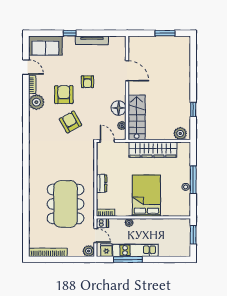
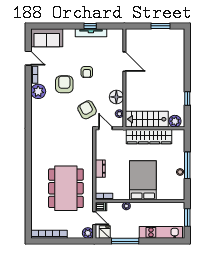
window: (70, 33) -> (90, 26), moved
stairs: (137, 117) -> (147, 119), moved, turned -90
armchair: (70, 122) -> (87, 110), moved
kitchen unit: (135, 250) -> (161, 232), moved

